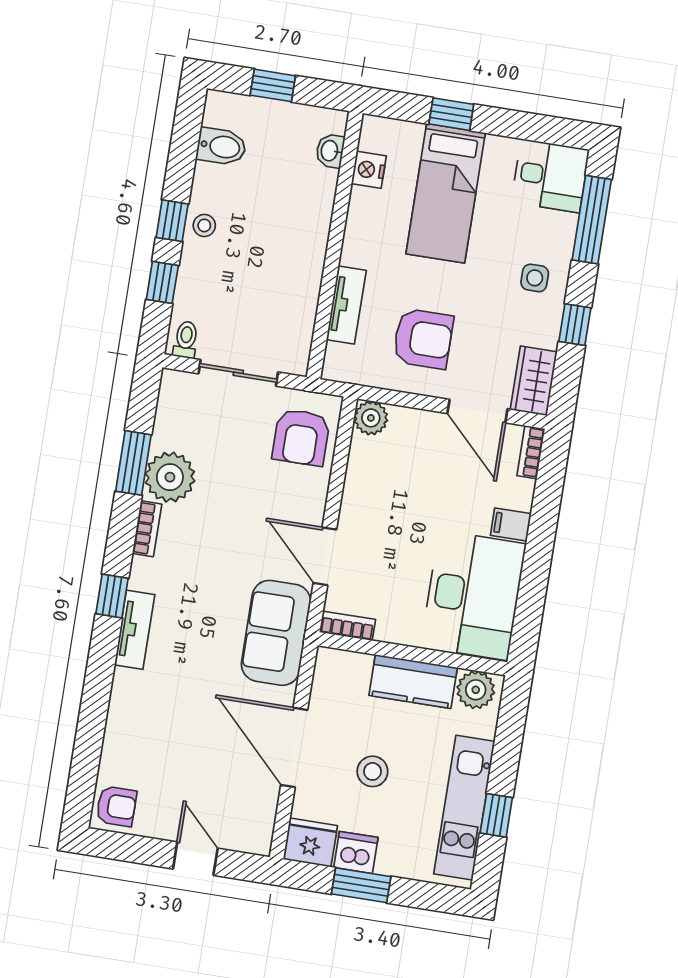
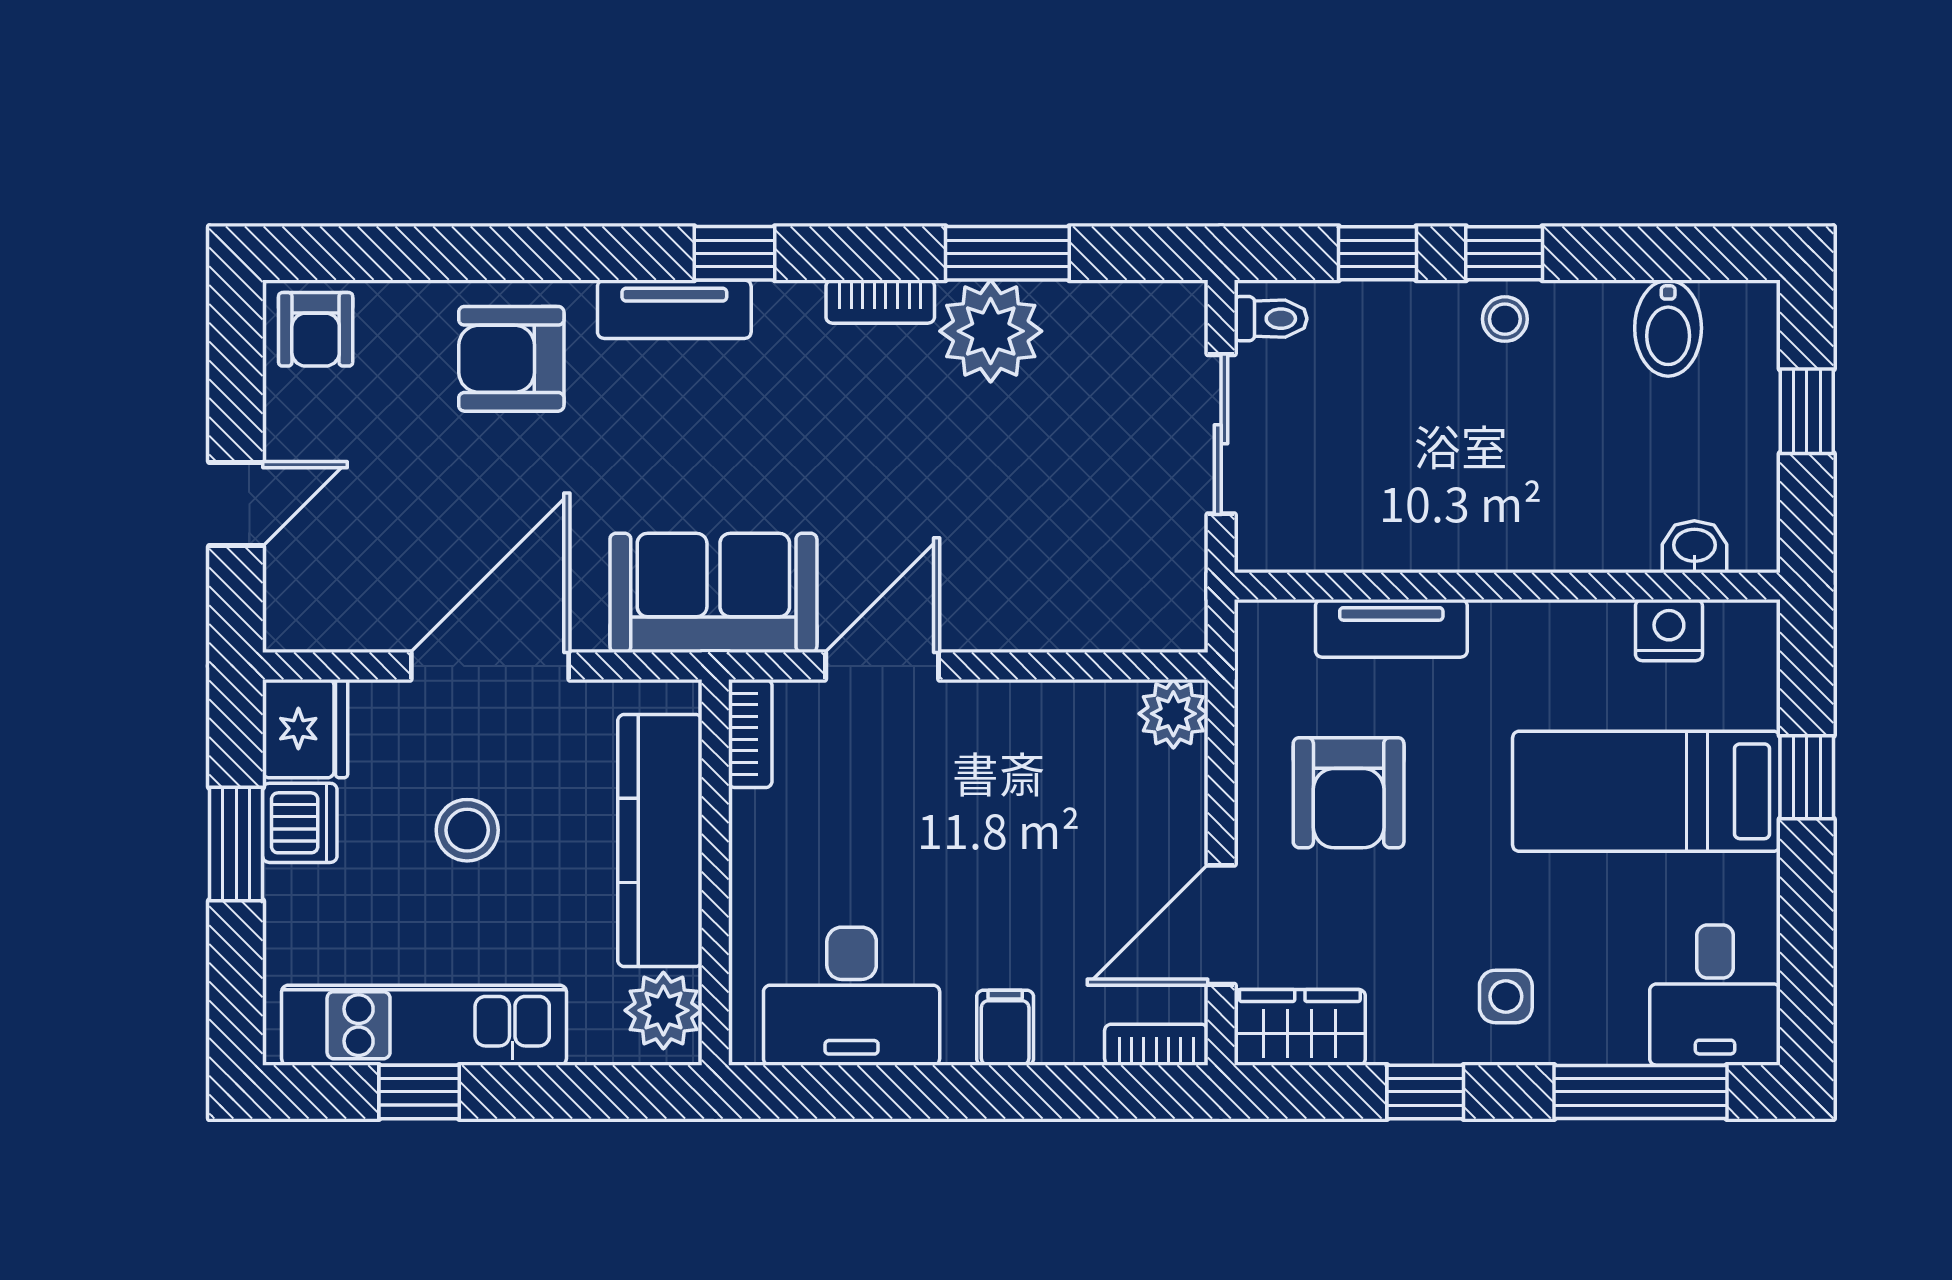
armchair: (301, 437) -> (511, 359), moved
desk: (473, 595) -> (852, 996), width x0.73, depth x0.77
kitchen counter: (413, 682) -> (660, 841), width x1.50

